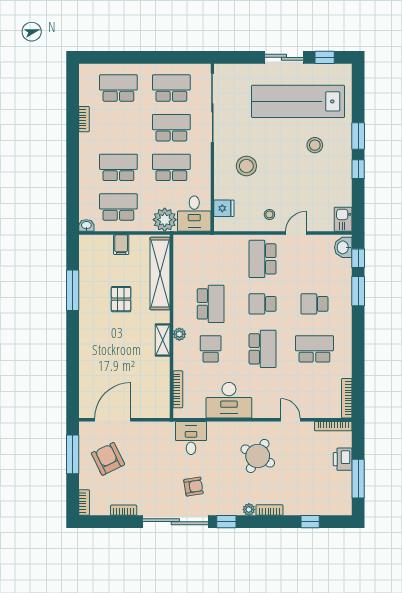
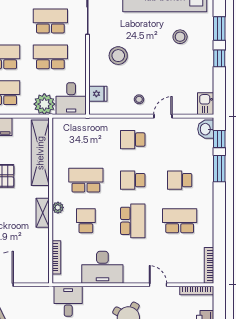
school desk: (263, 259) -> (133, 140), width x0.54
school desk: (211, 304) -> (86, 180), turned -90

